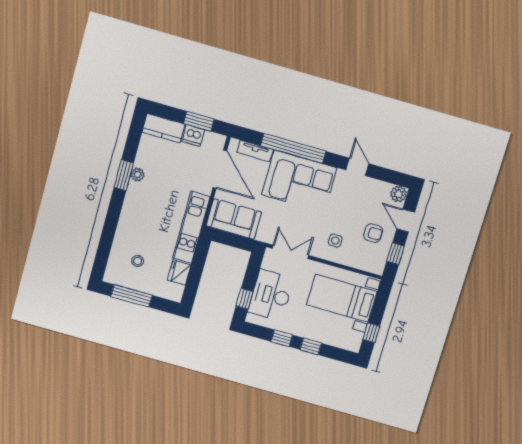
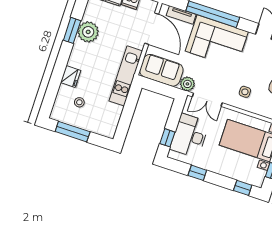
plant: (138, 175) -> (88, 32), width x1.88, depth x1.88
plant: (266, 234) -> (187, 84), added
double door: (290, 252) -> (207, 100), swing flipped
fridge: (179, 272) -> (71, 76), moved, turned 180
window: (311, 346) -> (243, 188), moved

